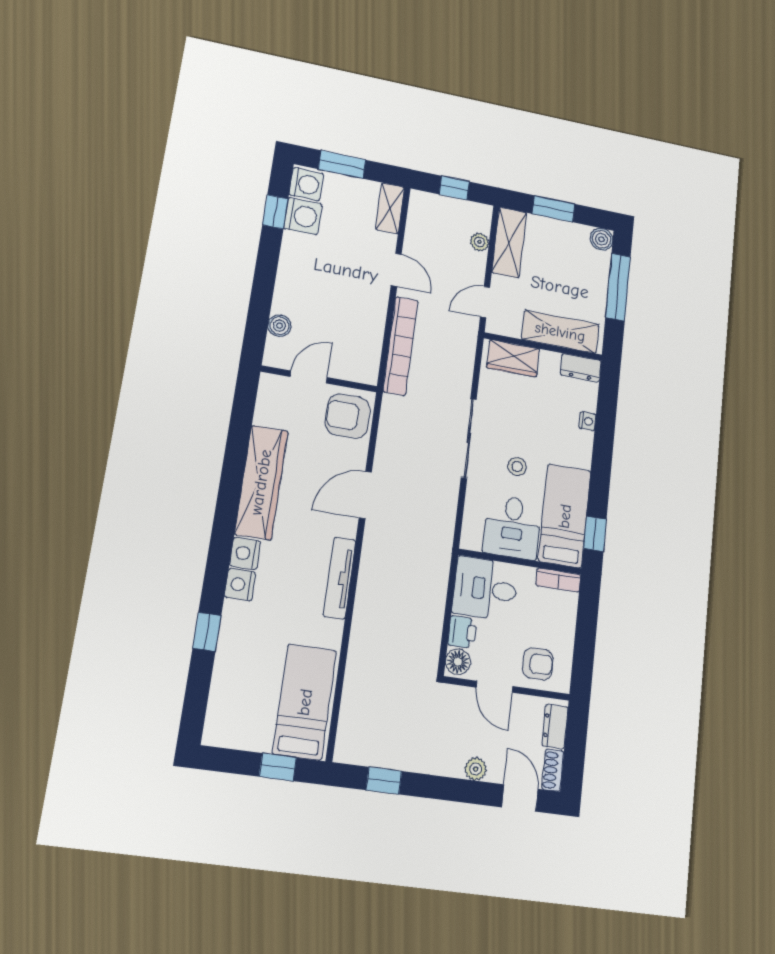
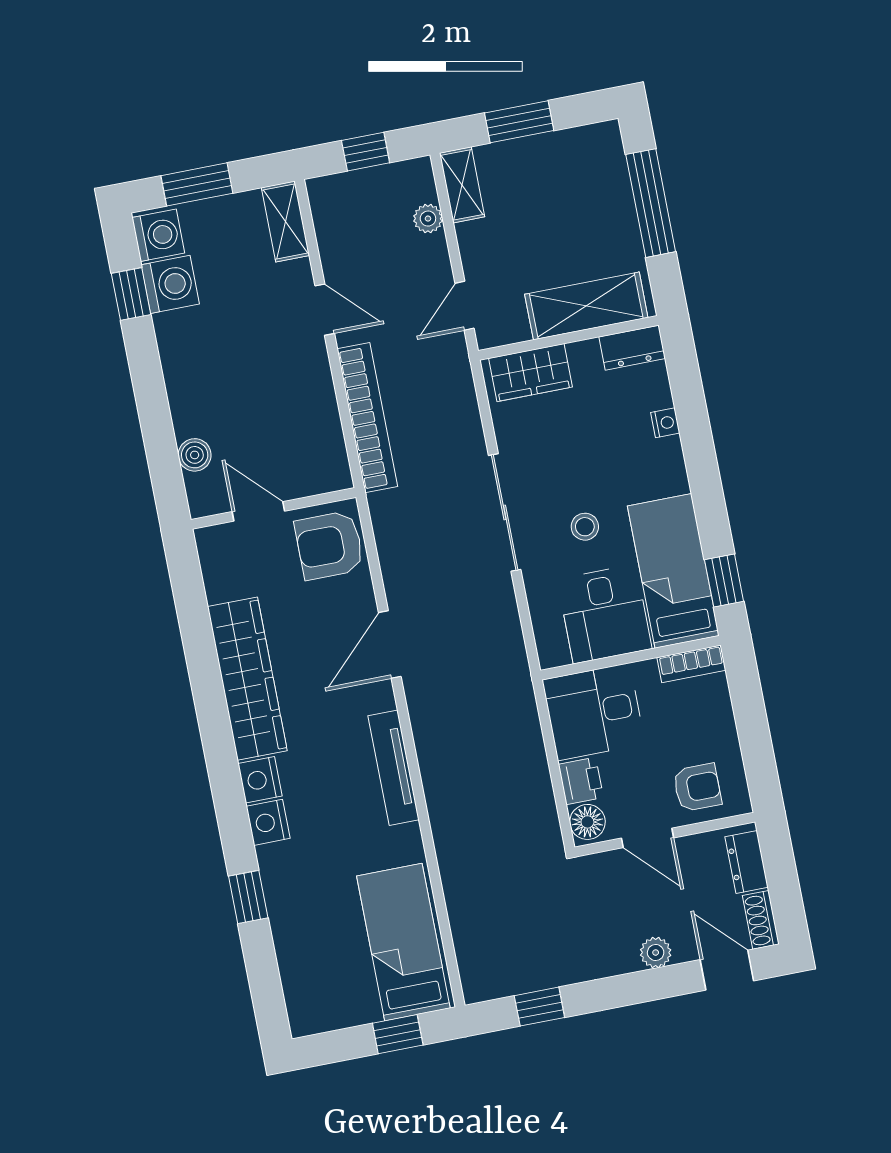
boiler: (602, 239) -> (604, 139), removed
shelving: (509, 242) -> (462, 185), width x0.67, depth x0.75
door: (308, 377) -> (258, 511), hinge flipped

